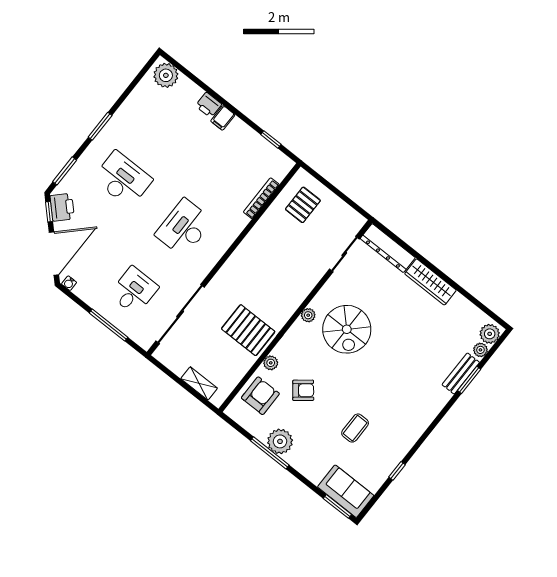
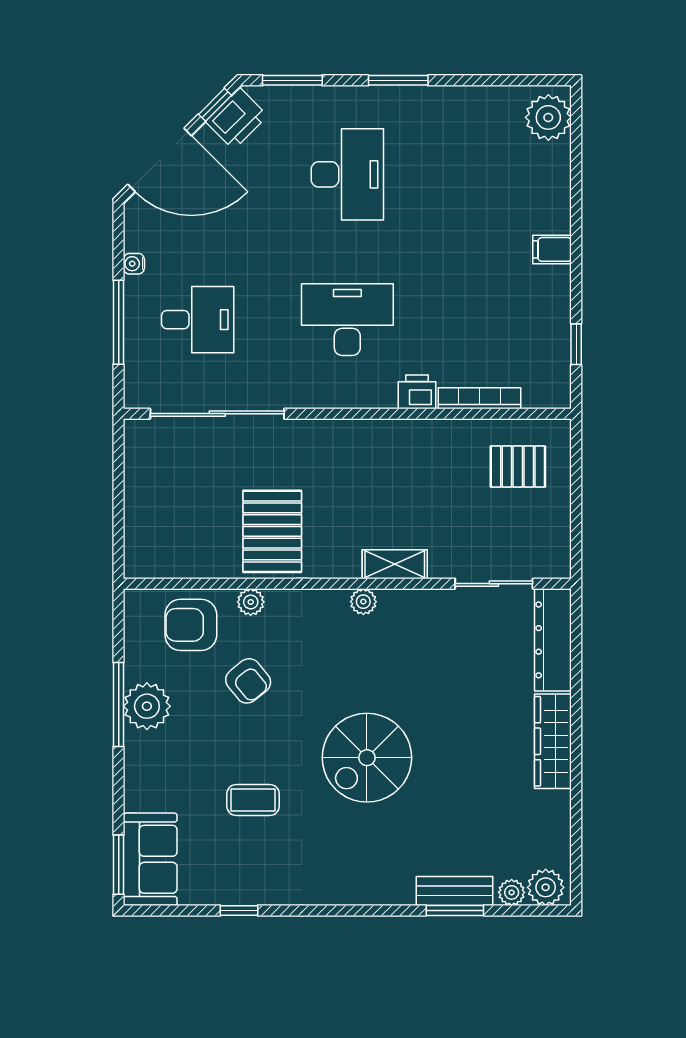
printer: (209, 105) -> (417, 392), moved, turned 90
water cooler: (69, 283) -> (134, 264), moved
spiral stairs: (347, 329) -> (367, 758), moved
shelving: (199, 383) -> (395, 564), moved, turned 90
armchair: (260, 396) -> (191, 625), turned 180

